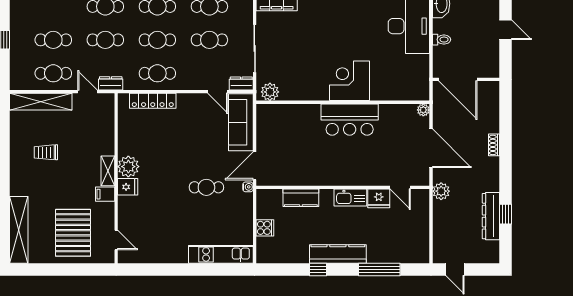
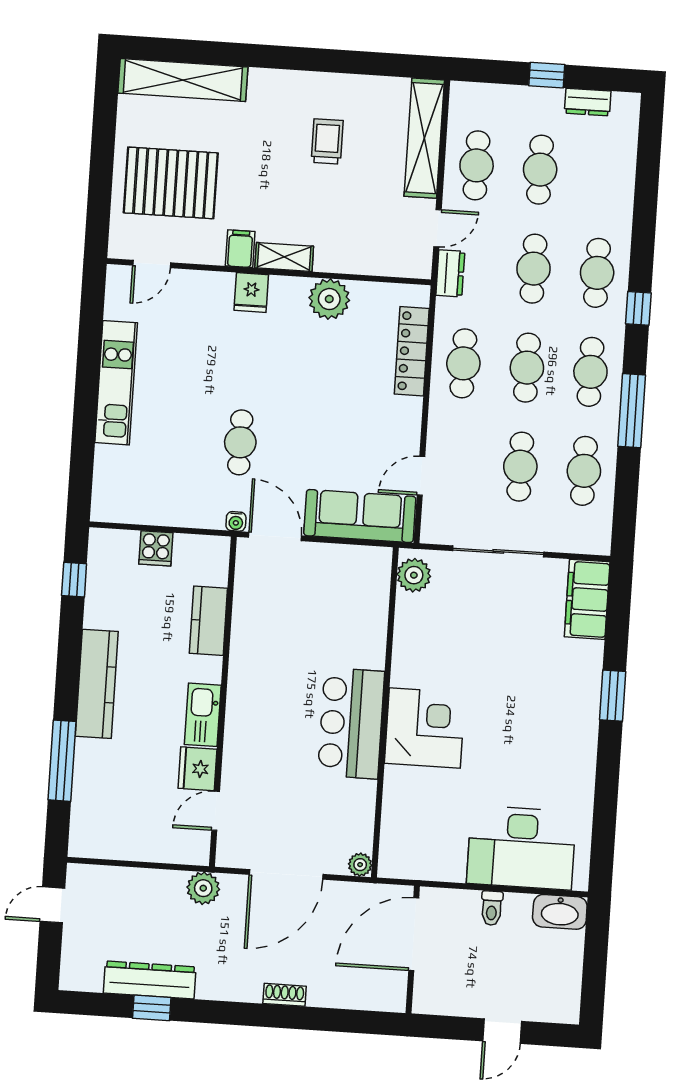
dresser: (241, 83) -> (588, 102), moved, turned 90
plant: (128, 167) -> (329, 299), moved
kitchen unit: (221, 254) -> (116, 383), moved
window: (318, 270) -> (74, 580), moved

